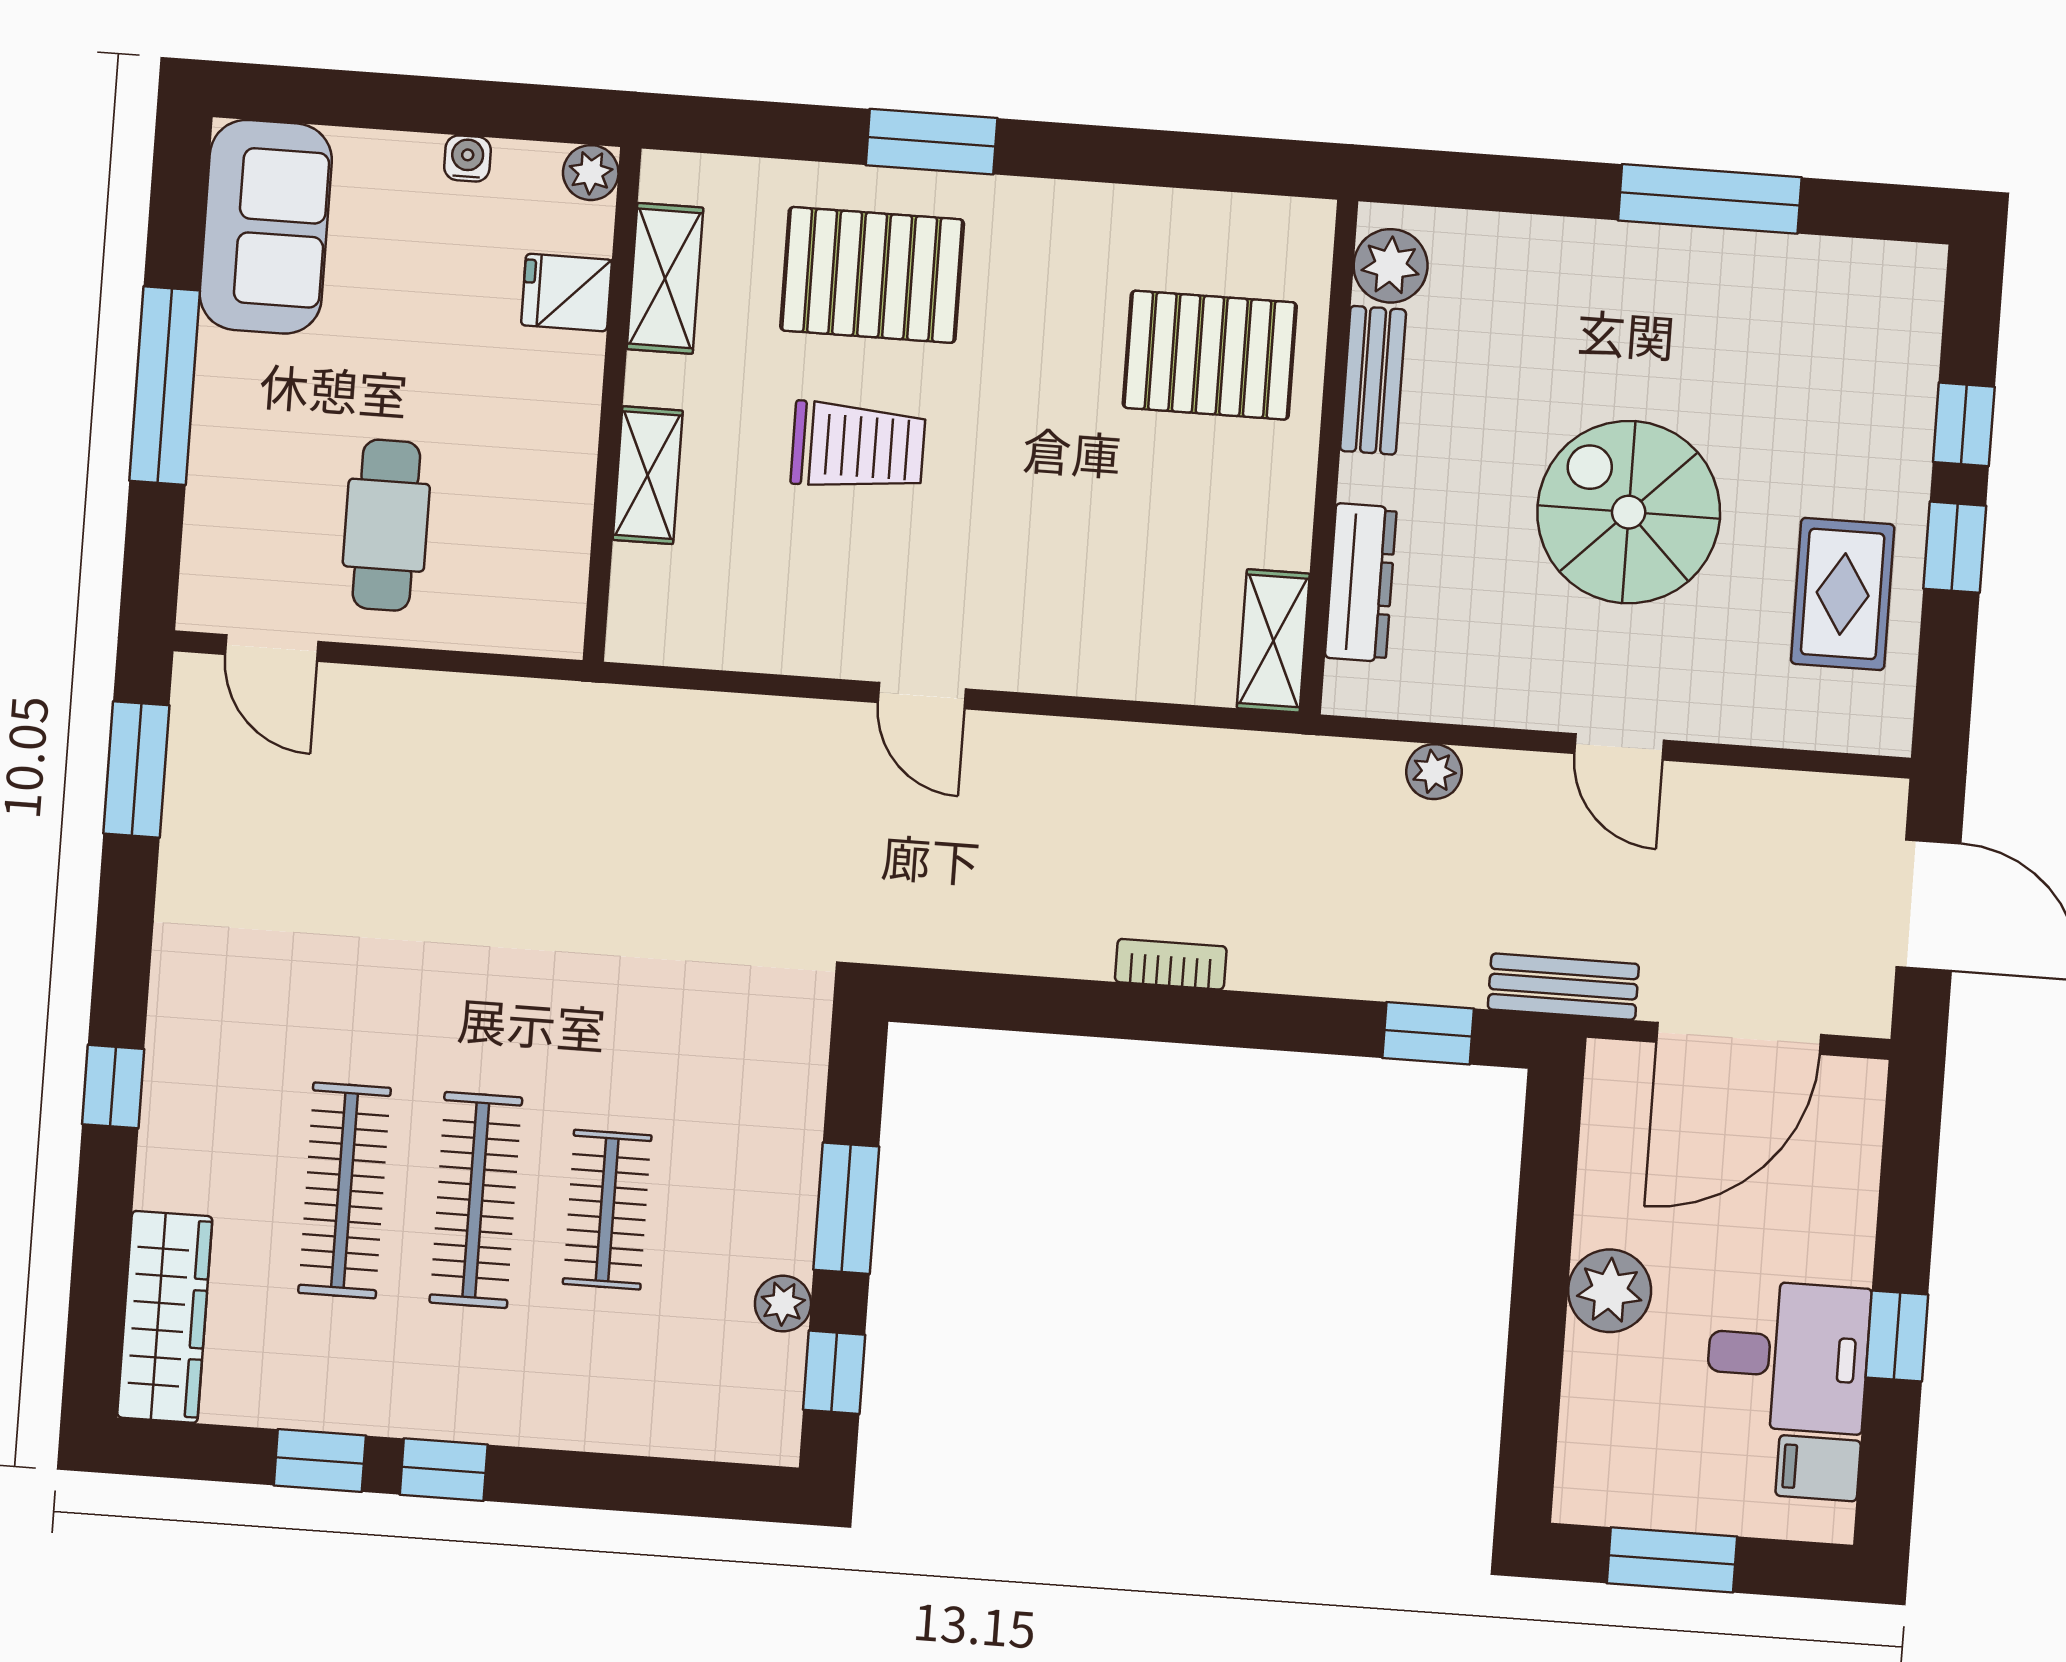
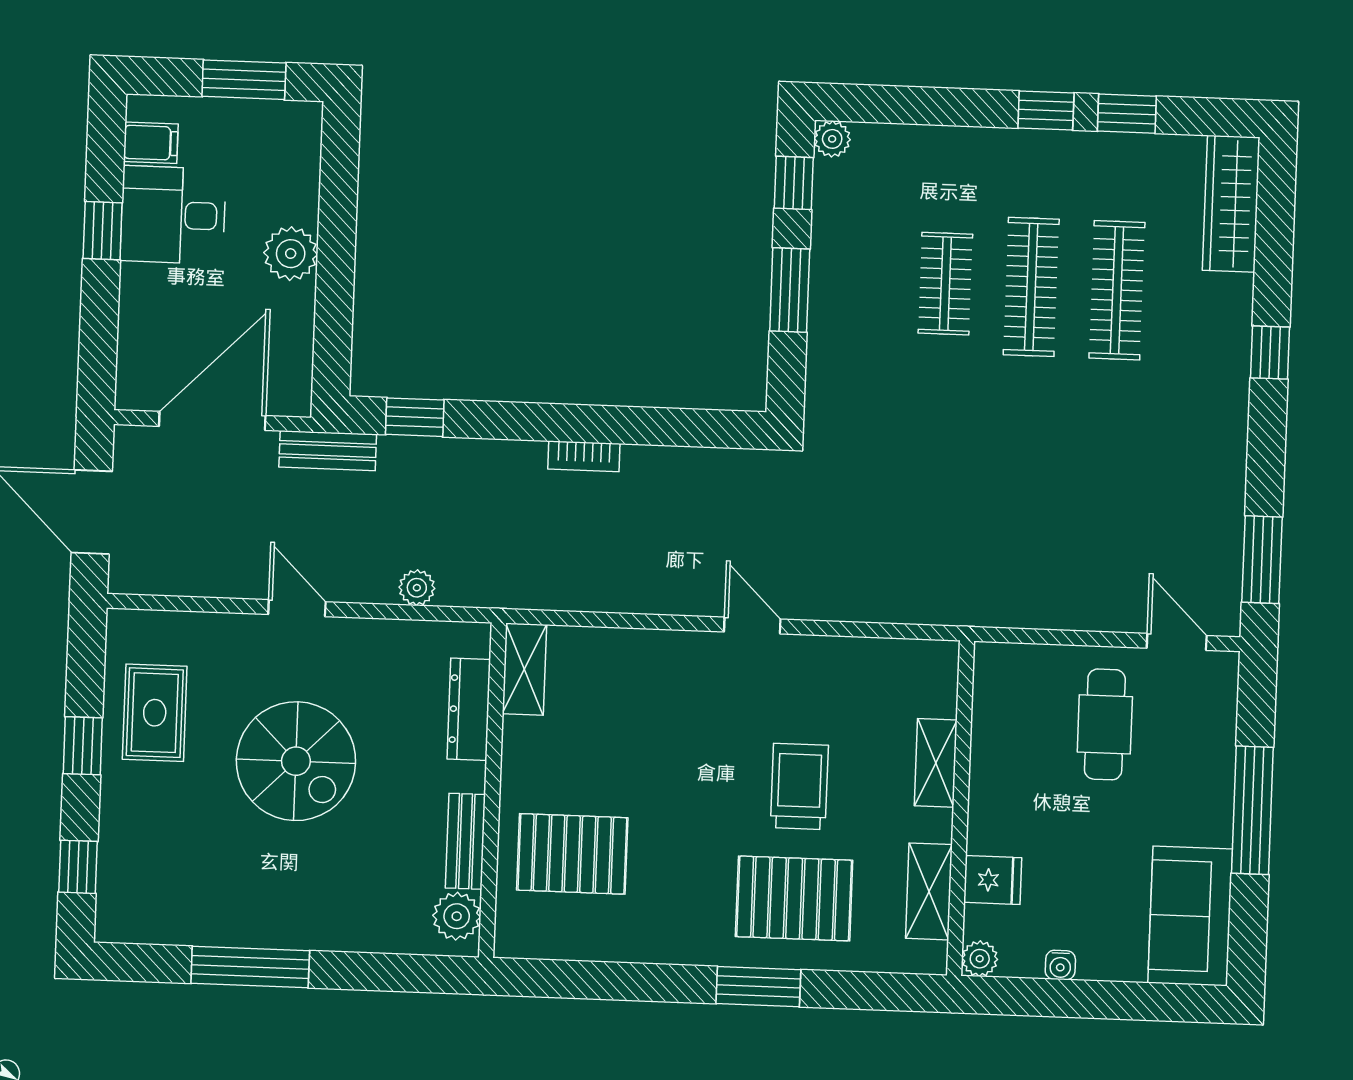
window: (1964, 424) -> (78, 867), moved
trolley: (858, 446) -> (799, 786), turned 90
plant: (783, 1304) -> (832, 139), moved

